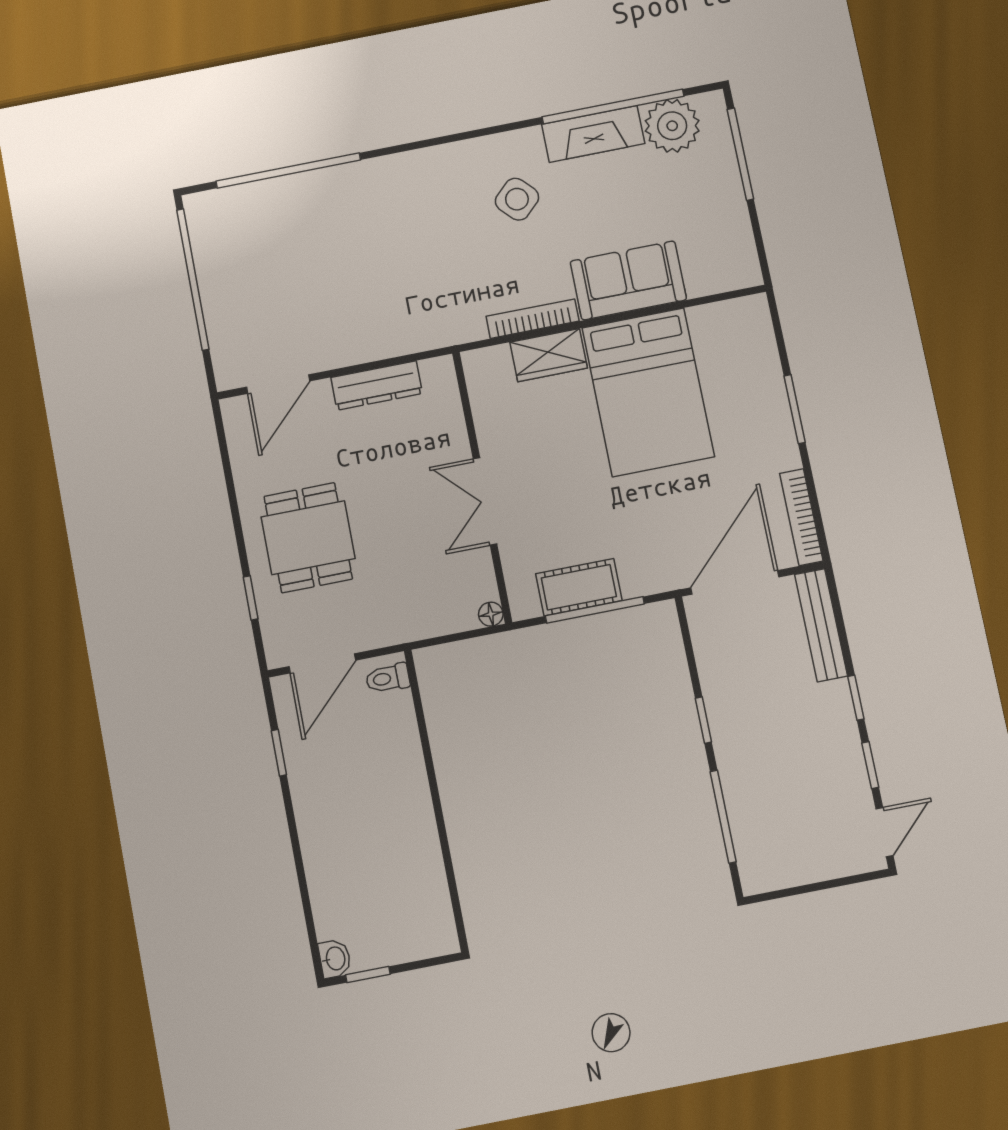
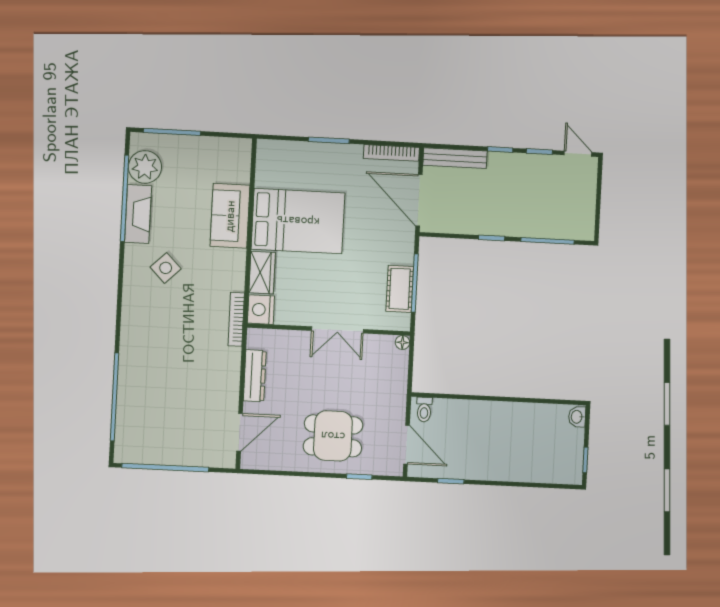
bookcase: (533, 319) -> (236, 319), moved
nightstand: (487, 368) -> (261, 310), added
door: (278, 384) -> (240, 432), hinge flipped
washbasin: (335, 959) -> (577, 417), moved, turned -90

